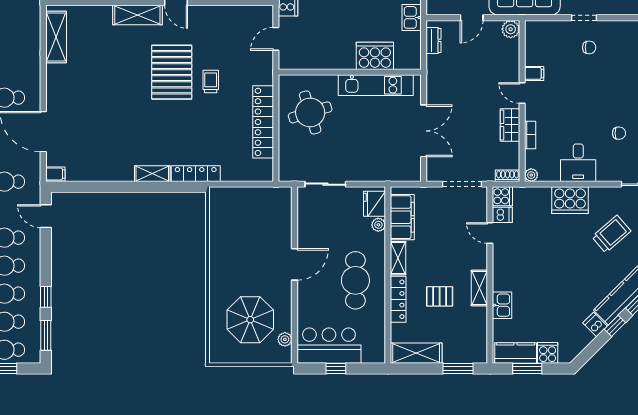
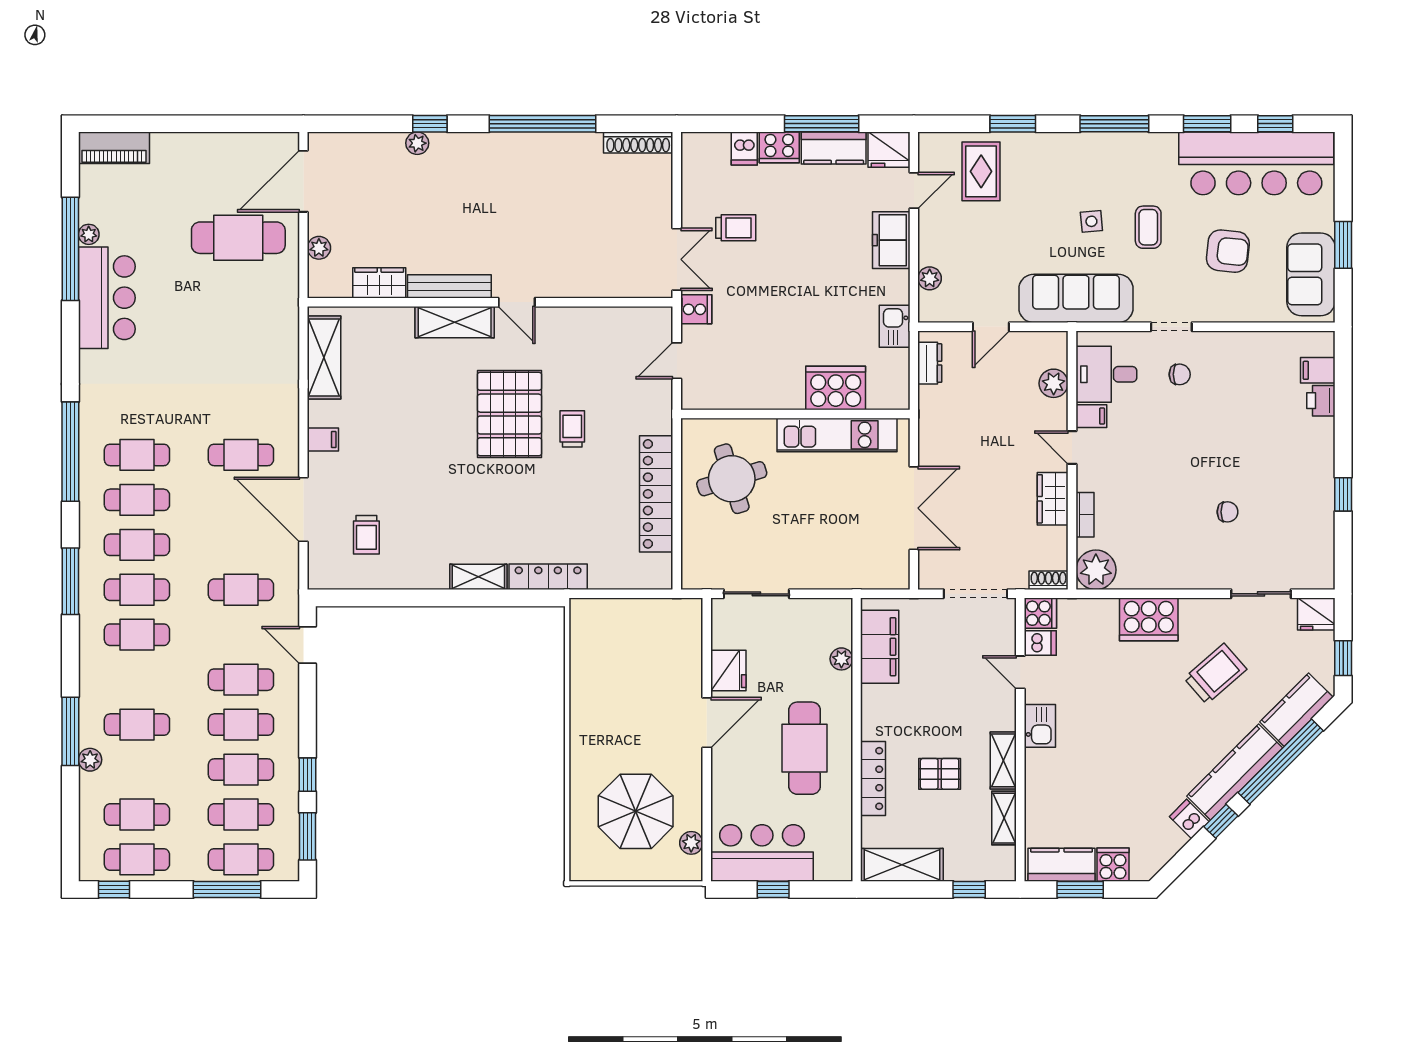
plant: (511, 29) -> (1054, 383), moved
trolley: (82, 147) -> (366, 535), added
desk: (578, 163) -> (1106, 374), moved, turned 90
filing cabinet: (55, 174) -> (323, 440), moved
plant: (531, 175) -> (1096, 570), width x1.88, depth x1.88
fridge: (374, 204) -> (728, 671), moved, turned 180
shelving: (398, 258) -> (1004, 818), moved
kitchen sink: (502, 305) -> (1040, 726), moved
window: (458, 368) -> (969, 890), width x0.67

